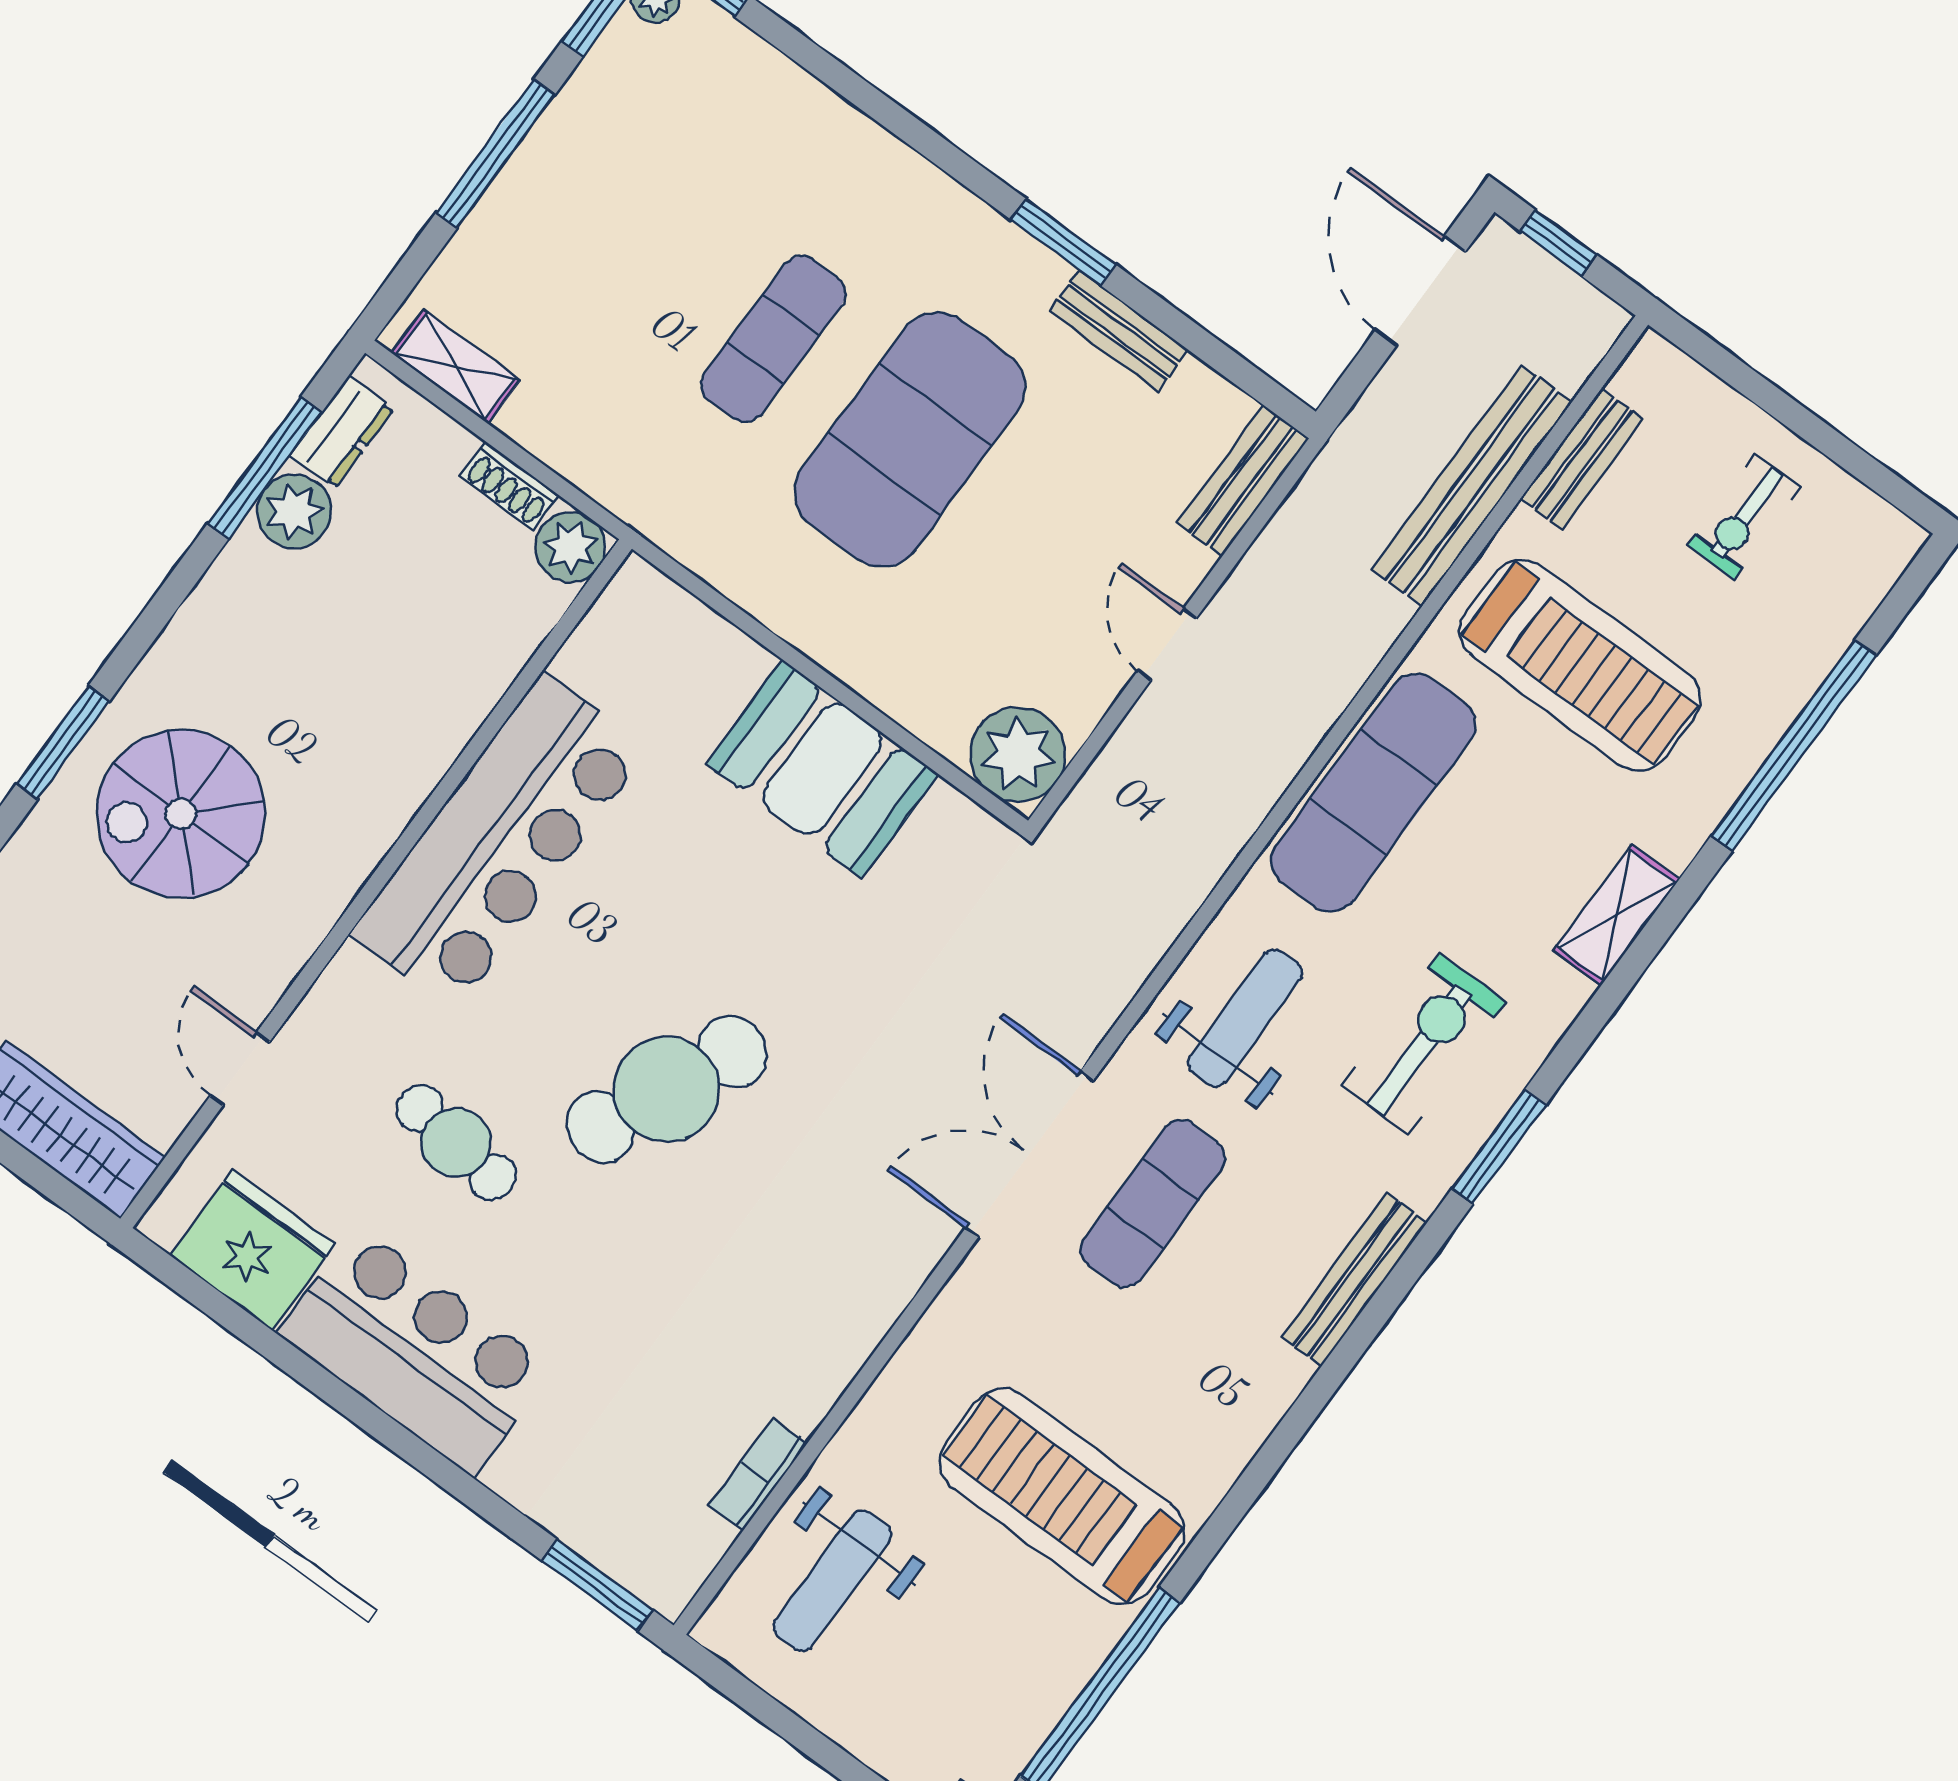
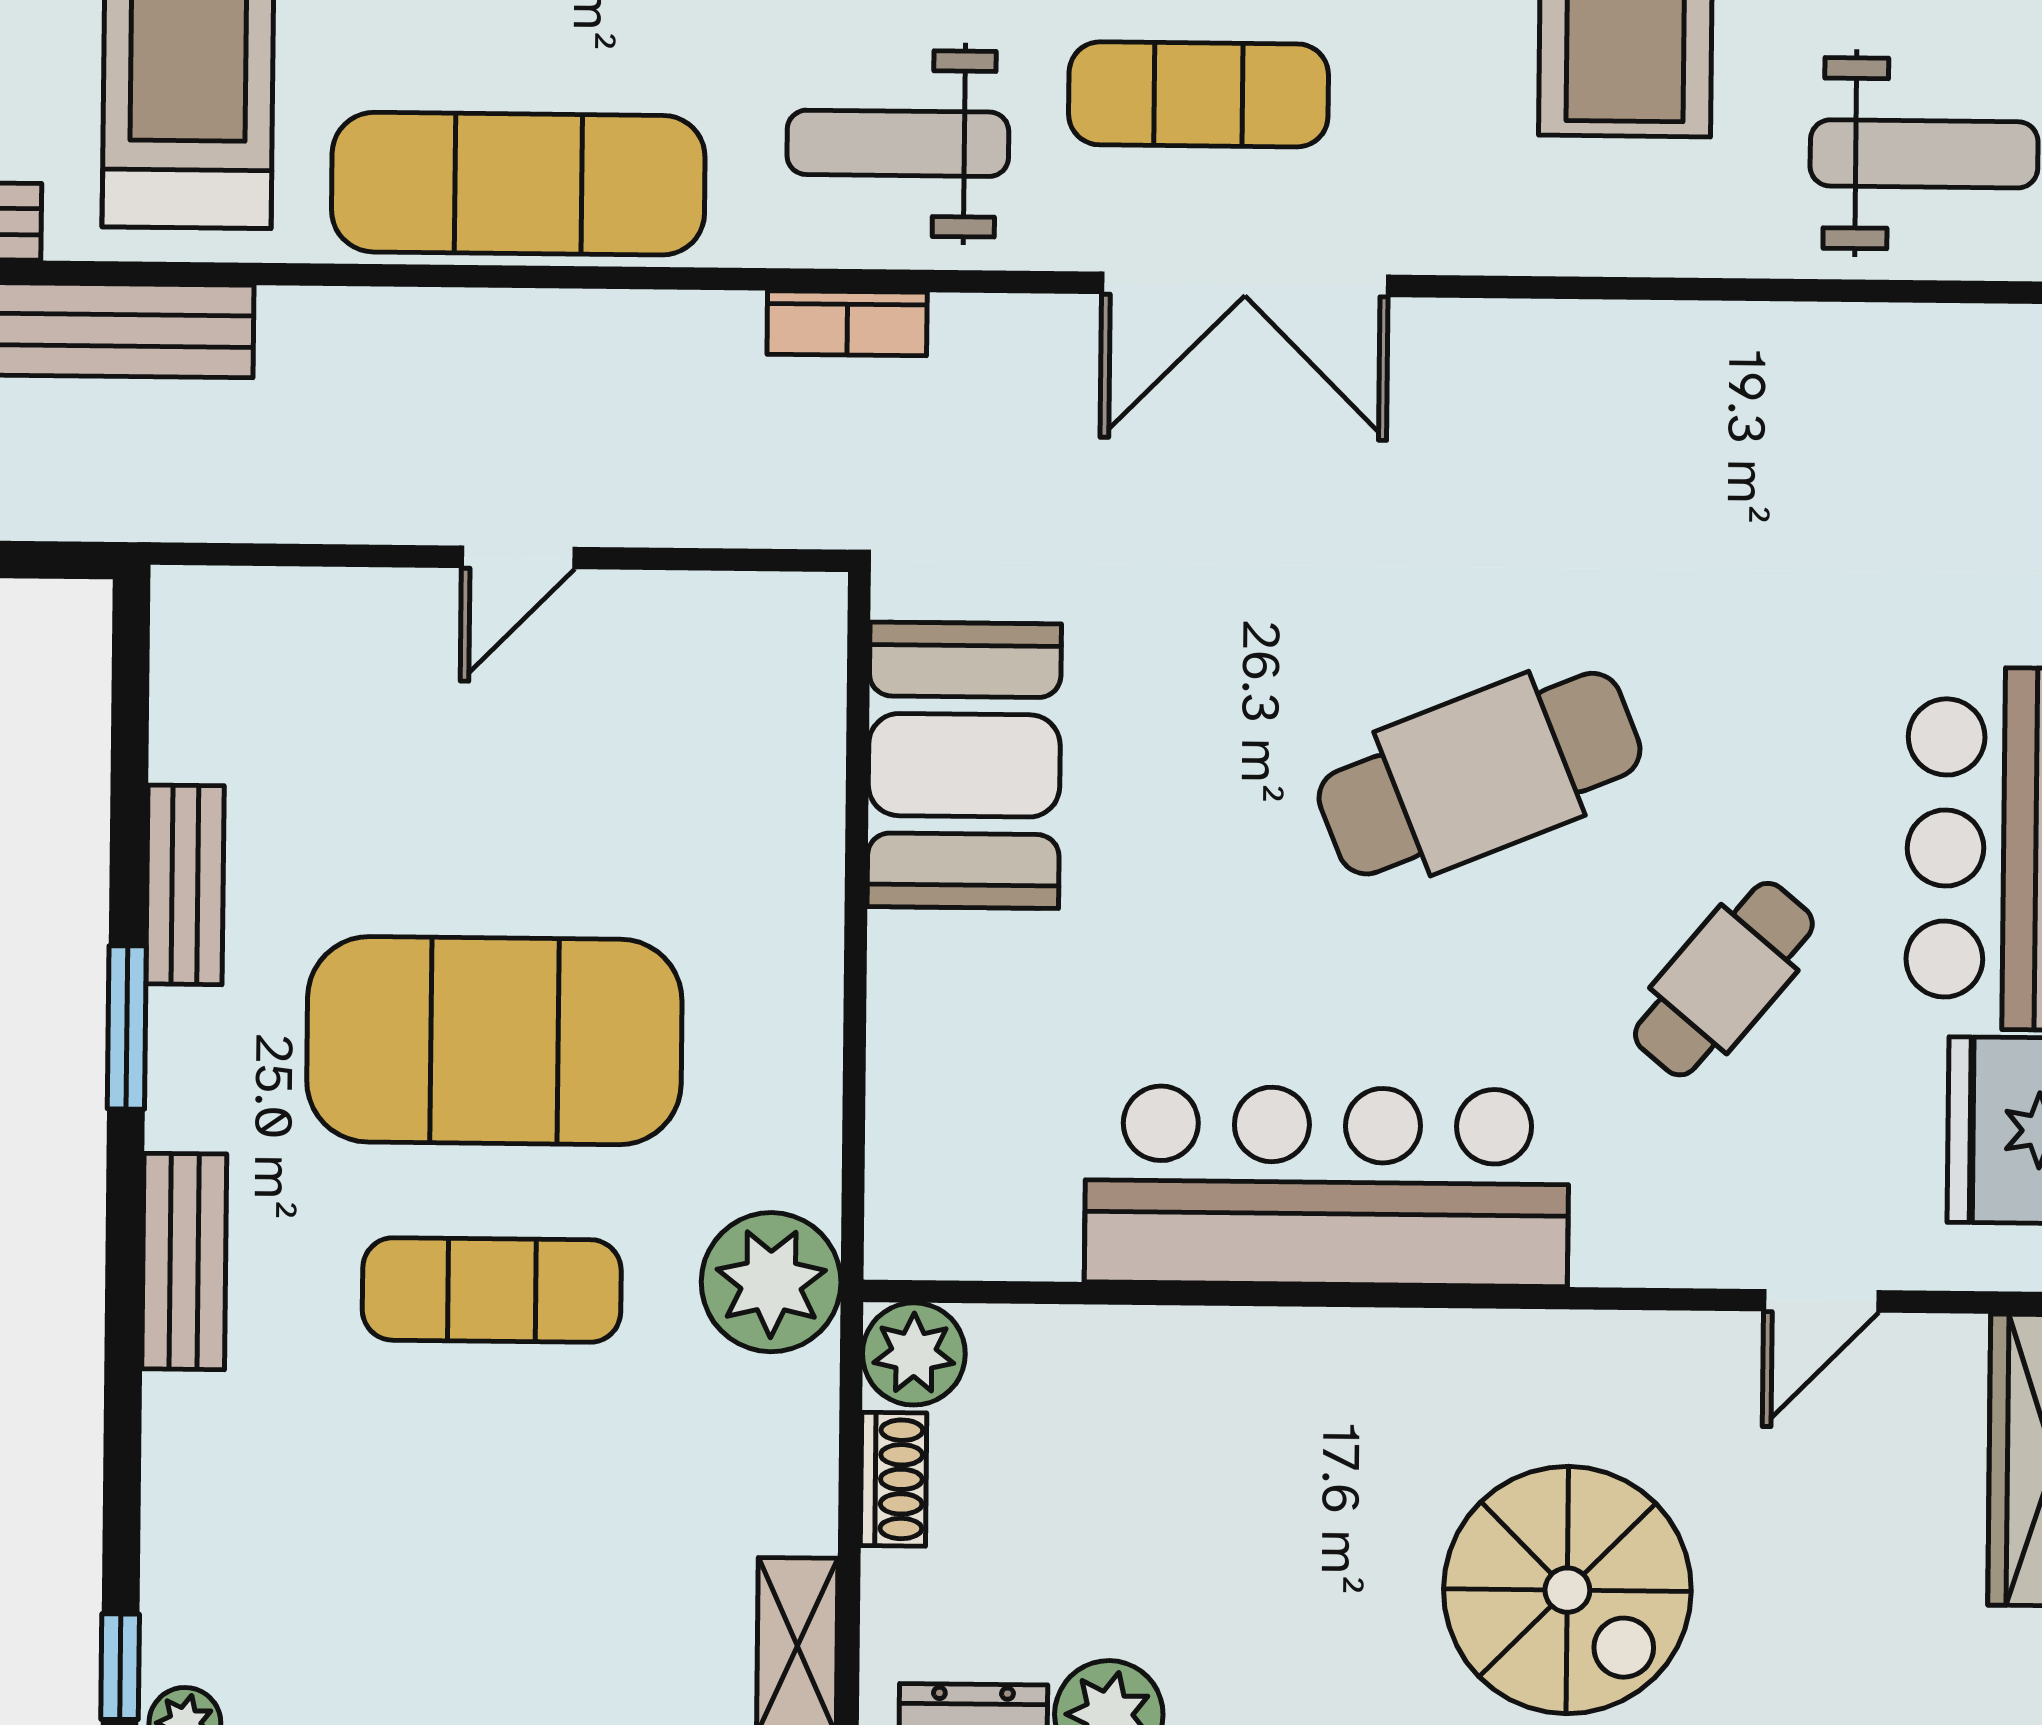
bench: (1243, 481) -> (184, 1261), moved, turned 90
plant: (1018, 754) -> (771, 1282), moved
booth: (822, 769) -> (964, 765), moved
cafe table: (666, 1089) -> (1480, 774), turned -46
cafe table: (456, 1143) -> (1724, 979), turned 33
bookcase: (758, 1474) -> (847, 323), moved

